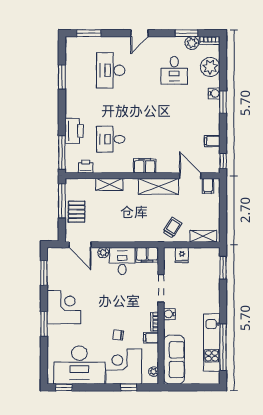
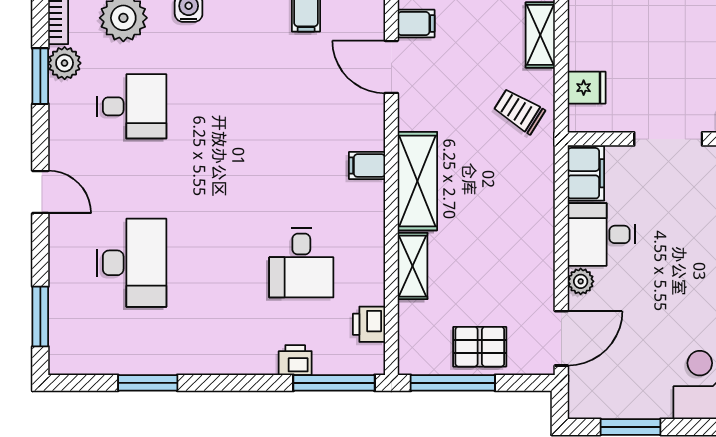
desk: (111, 70) -> (132, 263), turned -90
printer: (74, 131) -> (295, 360), width x0.53, depth x0.68
filing cabinet: (145, 166) -> (367, 166), width x0.50
door: (190, 176) -> (391, 67), hinge flipped
shelving: (158, 186) -> (417, 181), moved

